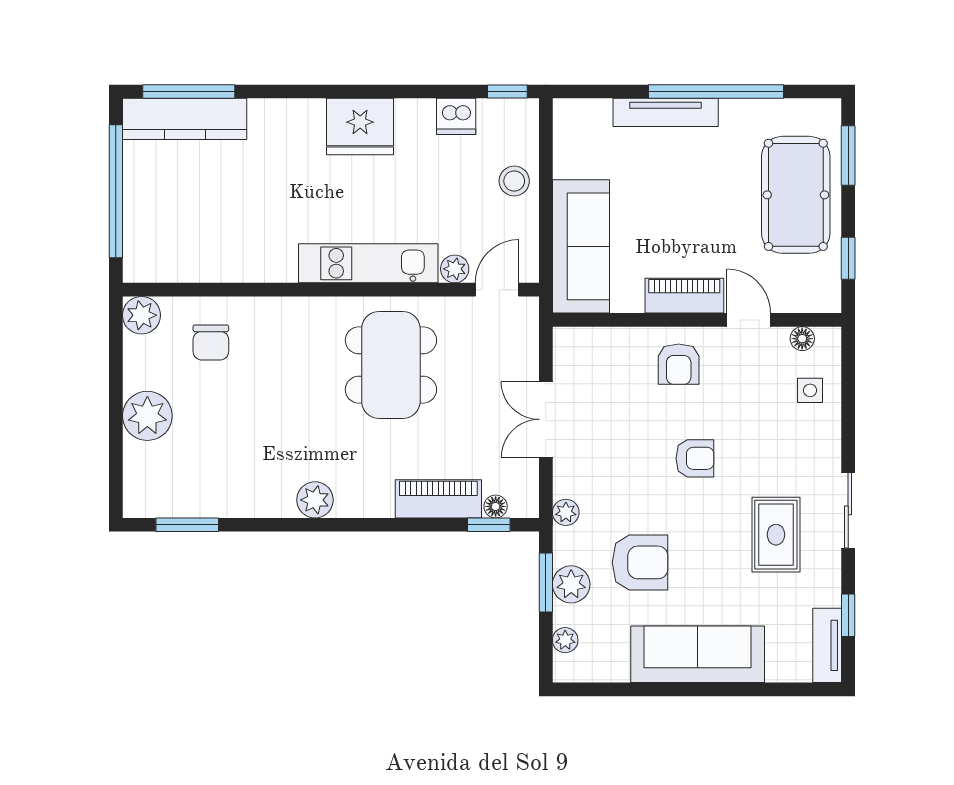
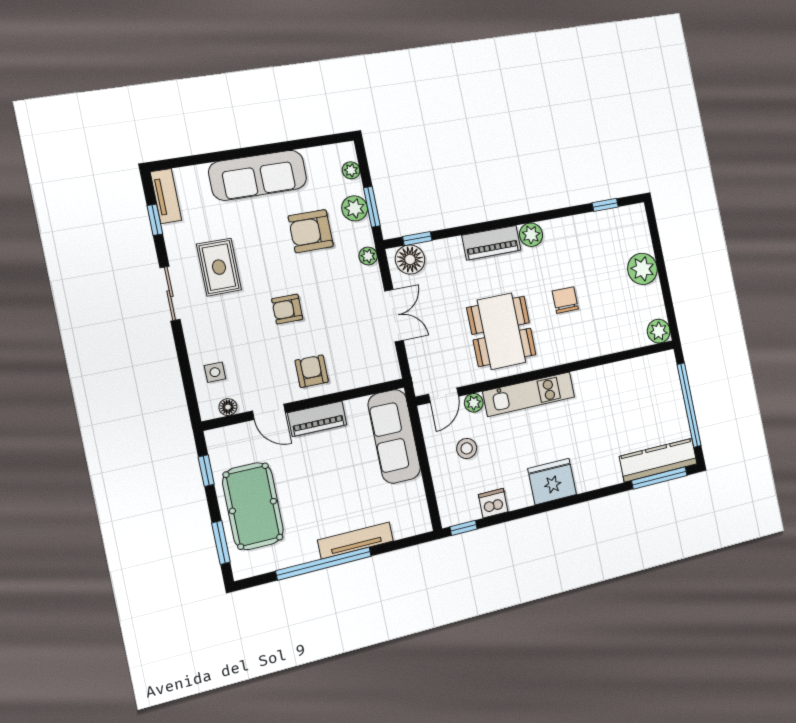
stool: (514, 181) -> (467, 448), moved
chair: (211, 342) -> (565, 300), moved
piano: (438, 499) -> (491, 243), moved
floor lamp: (496, 506) -> (410, 259), width x1.89, depth x1.89
window: (187, 525) -> (605, 205), width x0.67

